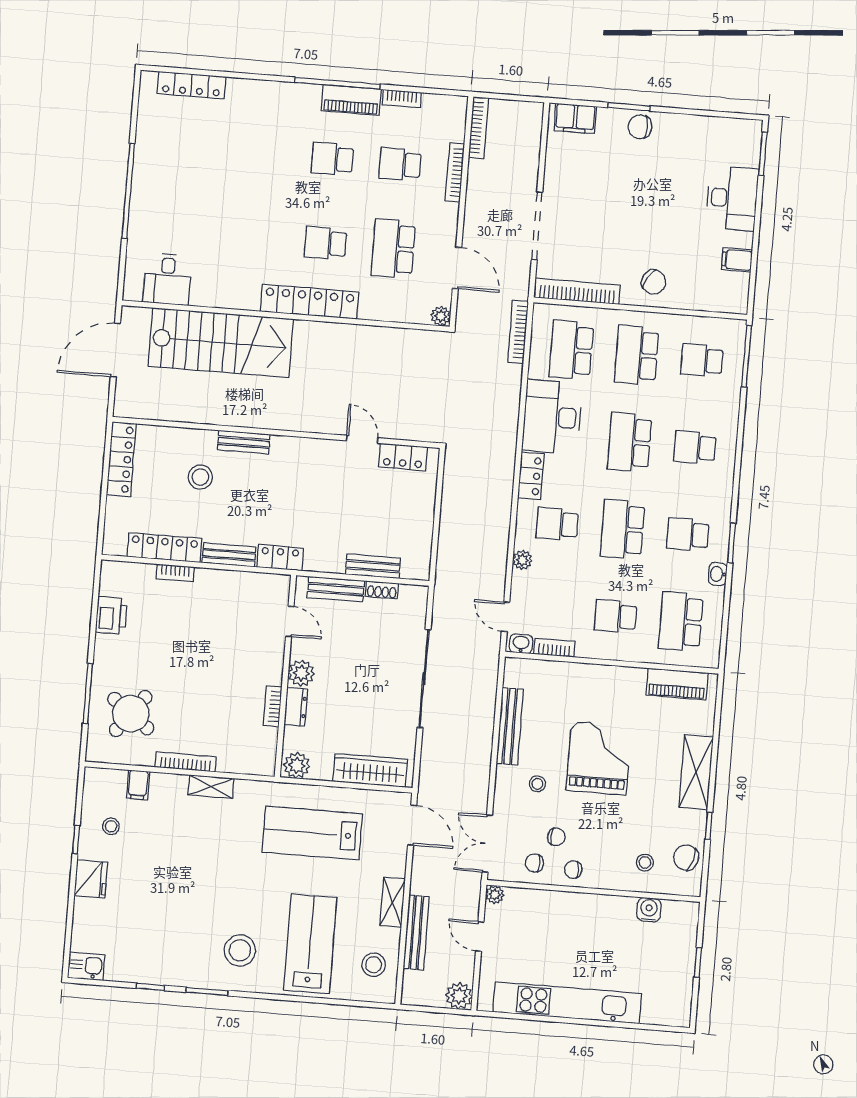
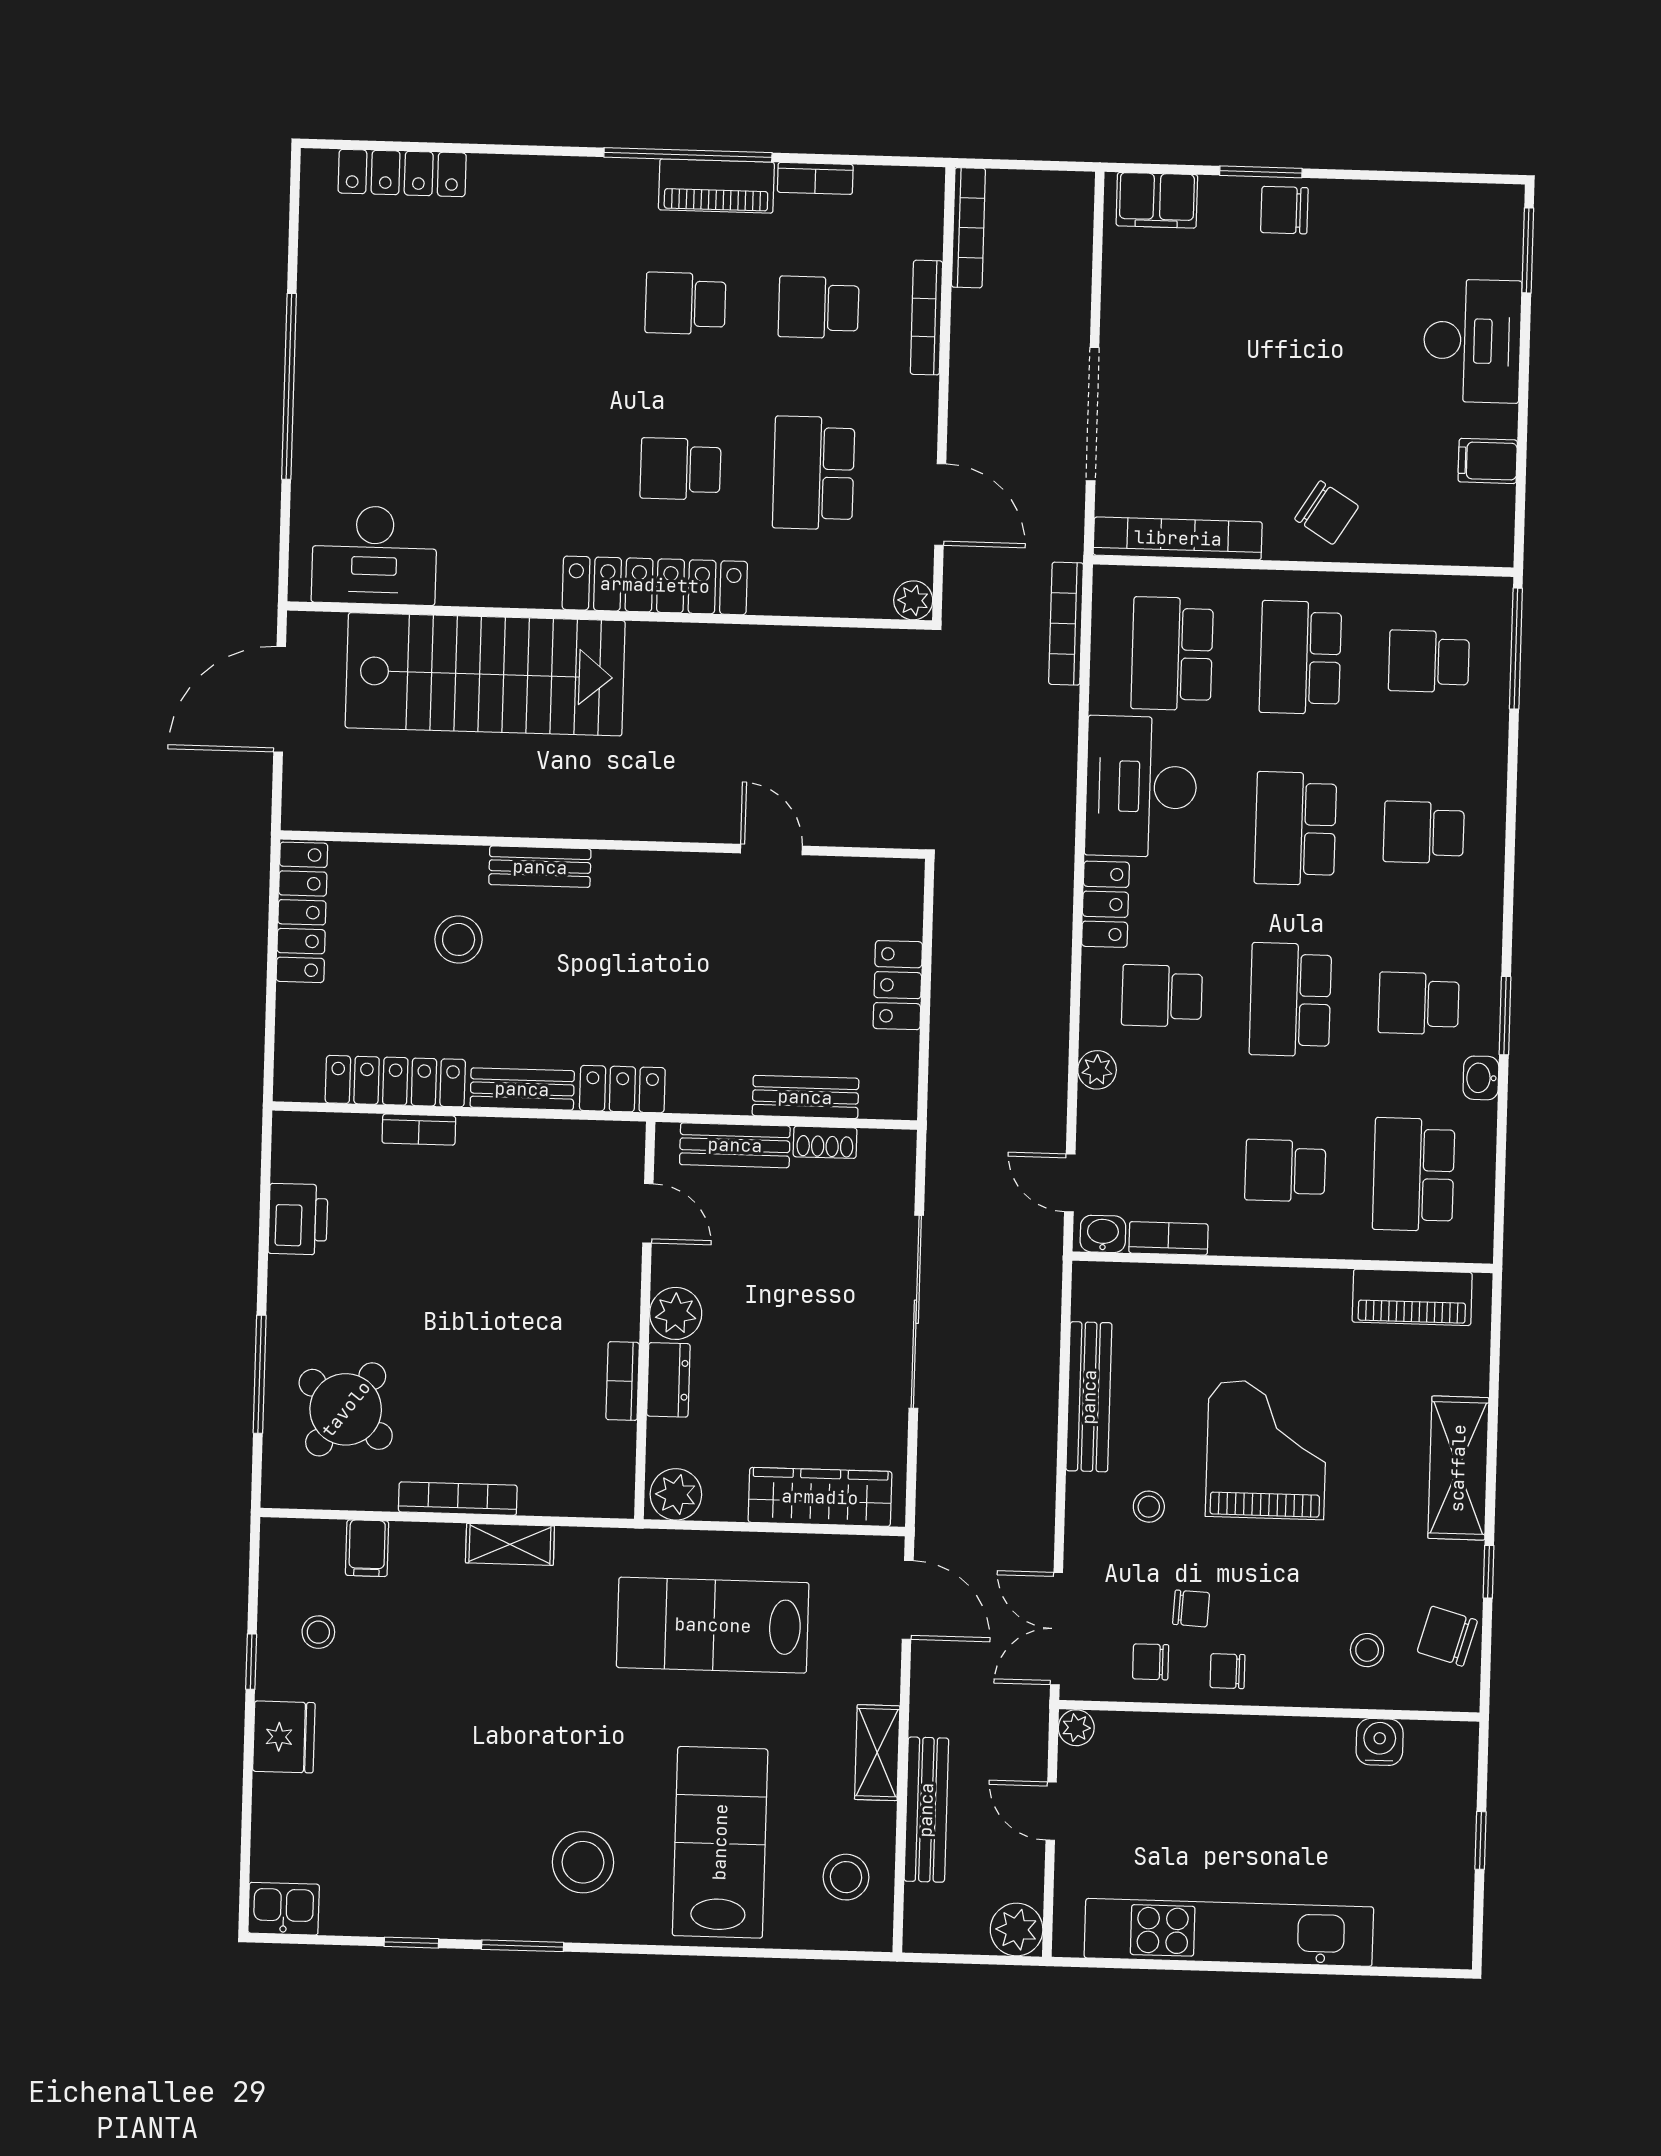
desk: (167, 279) -> (374, 555), width x1.37
locker: (403, 457) -> (898, 985), moved, turned 90

